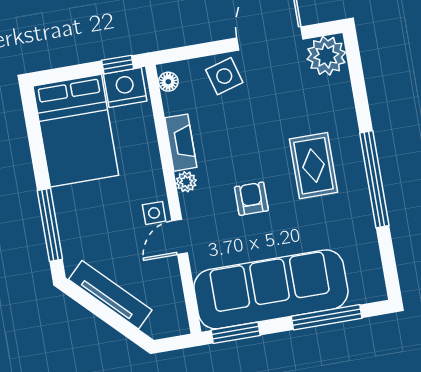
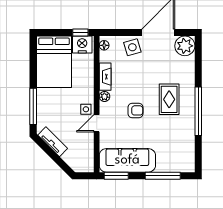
armchair: (251, 199) -> (135, 110), turned 90
sofa: (271, 289) -> (127, 160), width x0.74, depth x0.79
tv unit: (110, 295) -> (53, 142), width x0.71

